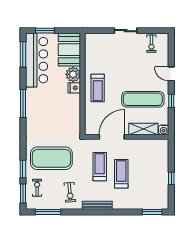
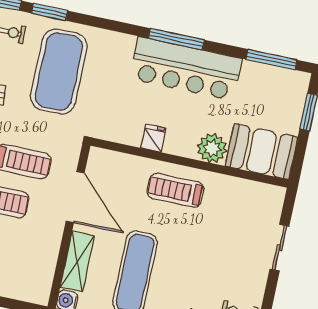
sliding door: (126, 31) -> (279, 248), moved
bar counter: (37, 60) -> (186, 69), moved
fridge: (74, 88) -> (153, 138), moved

